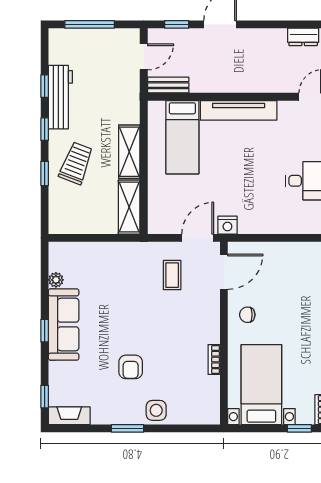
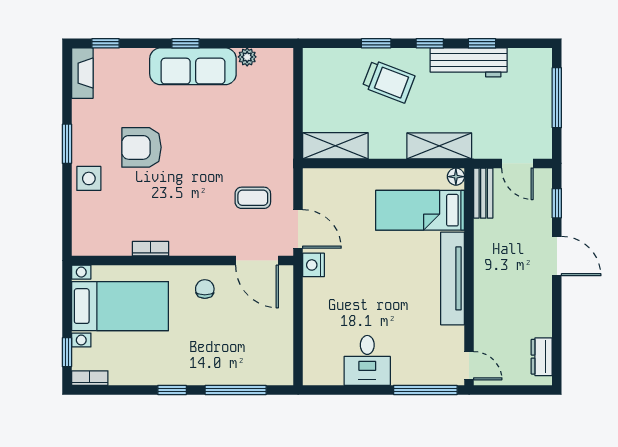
floor lamp: (155, 108) -> (456, 177), added
shelving: (129, 152) -> (439, 146), moved
armchair: (131, 367) -> (141, 147), width x1.38, depth x1.38

